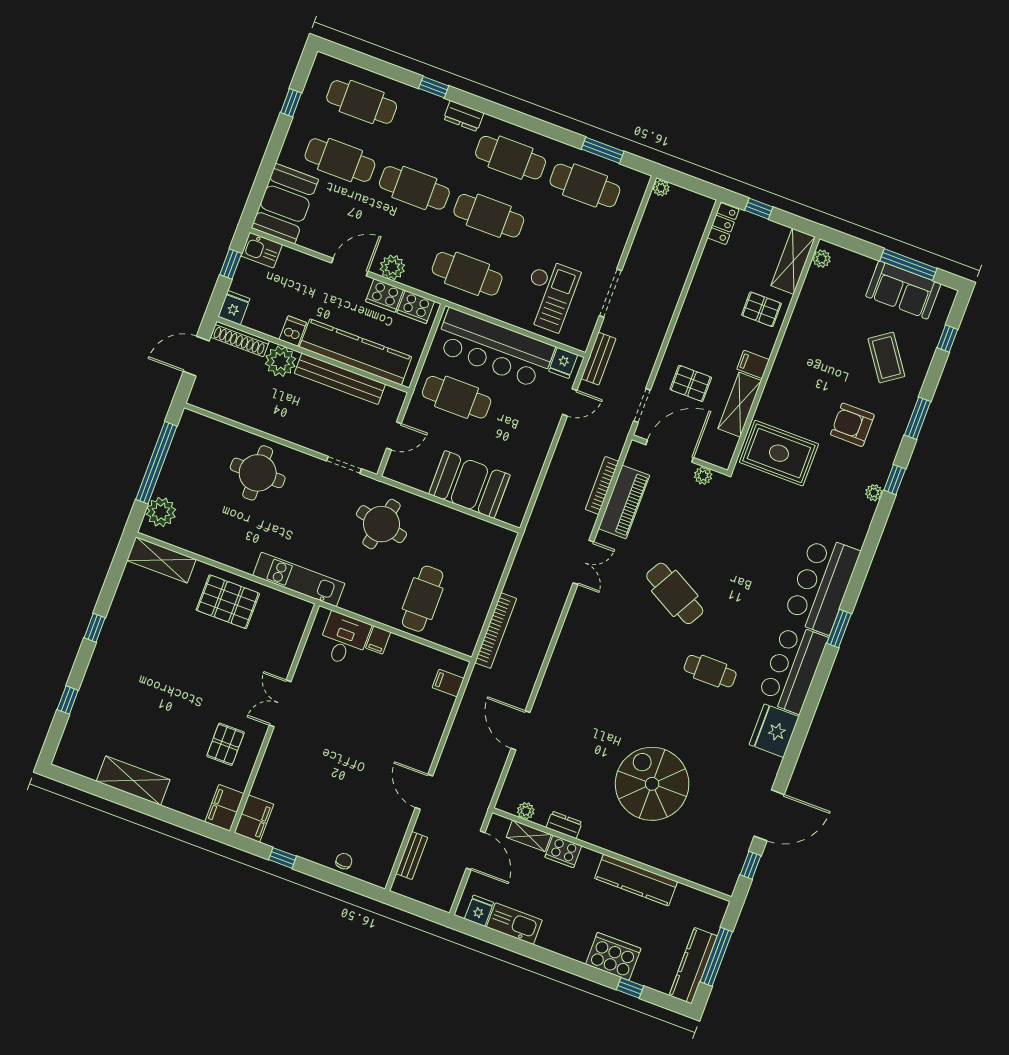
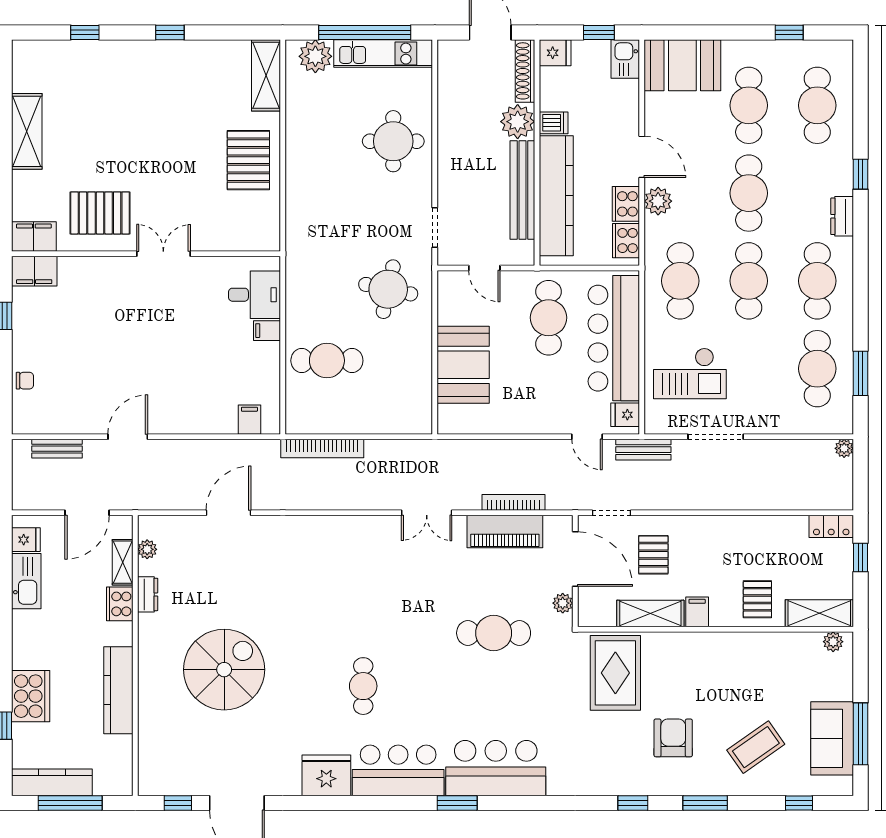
plant: (874, 493) -> (611, 786), removed
kitchen unit: (299, 579) -> (383, 54), moved, turned 90
cafe table: (675, 593) -> (494, 633), moved, turned 61
pallet: (225, 744) -> (100, 213), width x1.50, depth x1.42

